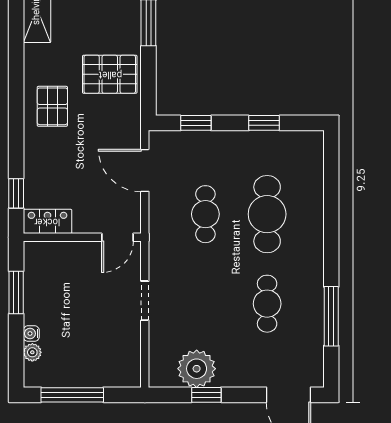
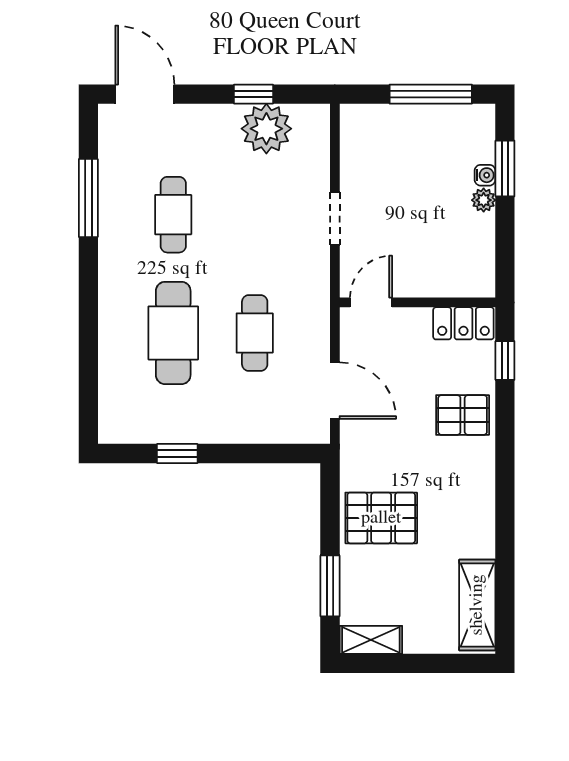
pallet: (52, 106) -> (463, 415), moved, turned 90
window: (196, 123) -> (267, 454), removed
window: (16, 292) -> (505, 169), moved
plant: (32, 352) -> (484, 200), moved

